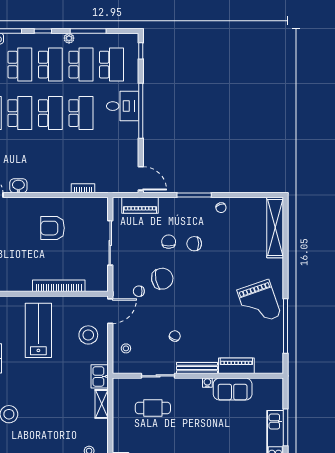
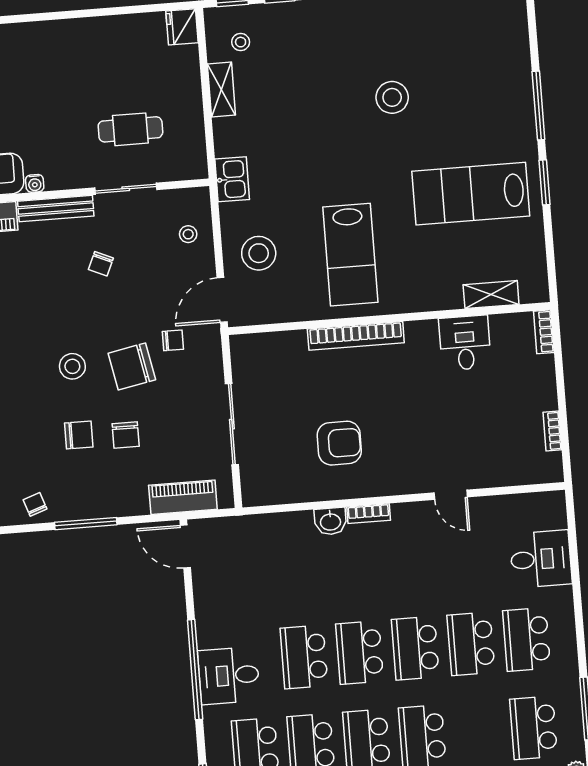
washbasin: (18, 186) -> (330, 521), moved
bookcase: (83, 188) -> (369, 514), moved
stool: (195, 281) -> (72, 366), added
bookcase: (59, 286) -> (356, 336), moved
shelving: (102, 404) -> (221, 90), moved

